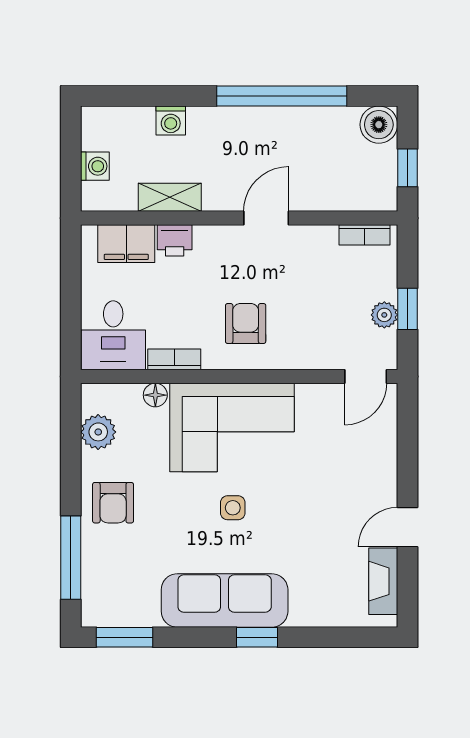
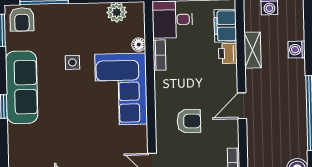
door: (266, 218) -> (242, 106), swing flipped
armchair: (246, 323) -> (189, 121), moved
armchair: (113, 503) -> (22, 19), moved, turned -90
side table: (233, 508) -> (72, 62), moved

